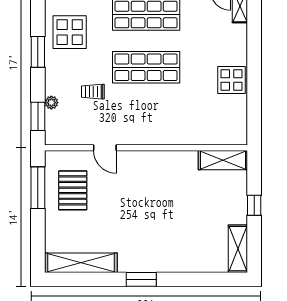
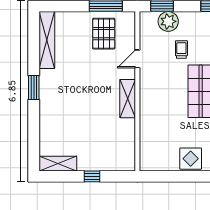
plant: (51, 103) -> (168, 21), width x1.87, depth x1.87
shelving: (223, 160) -> (128, 99), moved
pallet: (73, 190) -> (104, 34), turned 90

